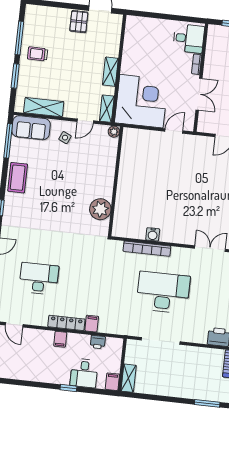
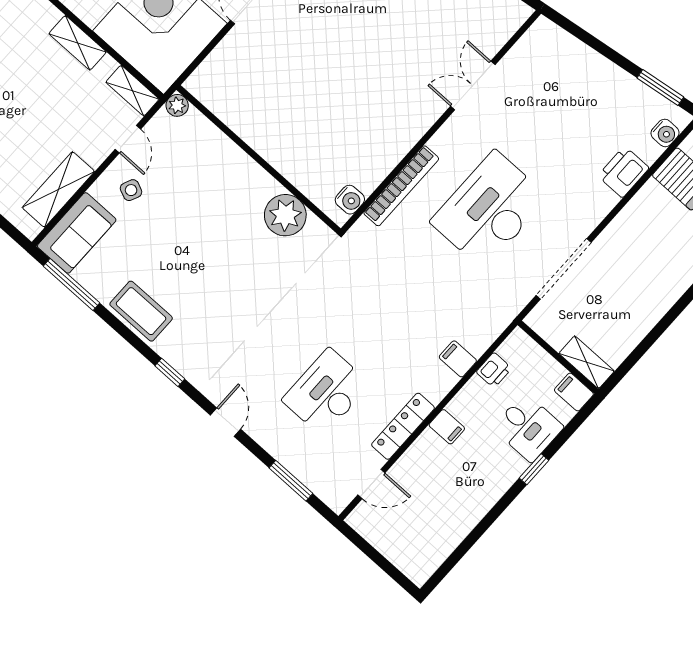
water cooler: (153, 234) -> (350, 200), moved
locker: (66, 323) -> (403, 426), moved

